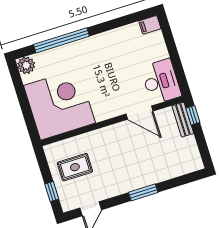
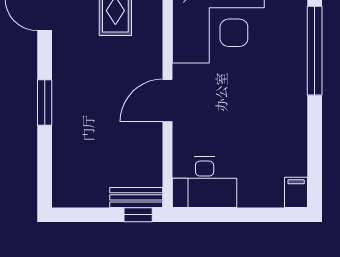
door: (140, 113) -> (168, 101), moved

